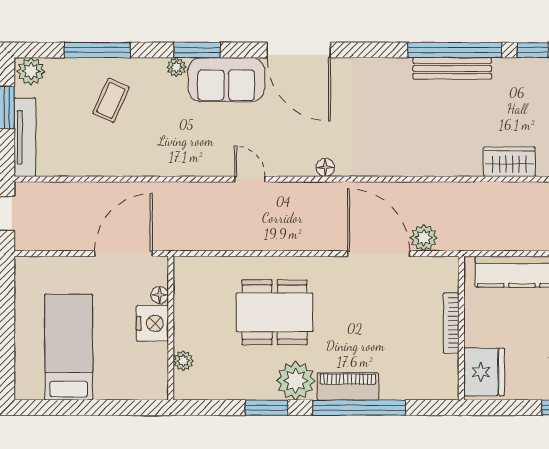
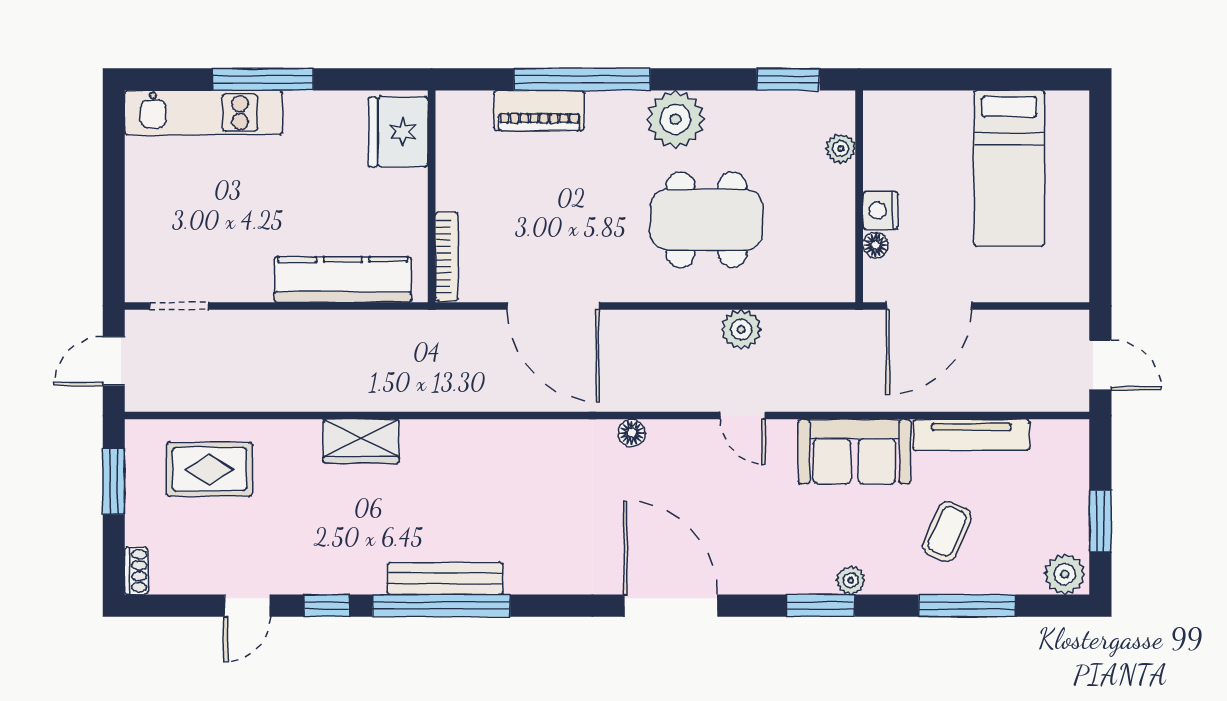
sofa: (226, 79) -> (854, 452), moved, turned 180
tv unit: (25, 137) -> (971, 435), moved, turned -90
plant: (424, 238) -> (741, 329), moved
nightstand: (152, 323) -> (880, 210), width x0.74, depth x0.75
bookcase: (451, 323) -> (447, 257), moved
piano: (348, 387) -> (539, 111), moved
window: (267, 408) -> (788, 79), moved

